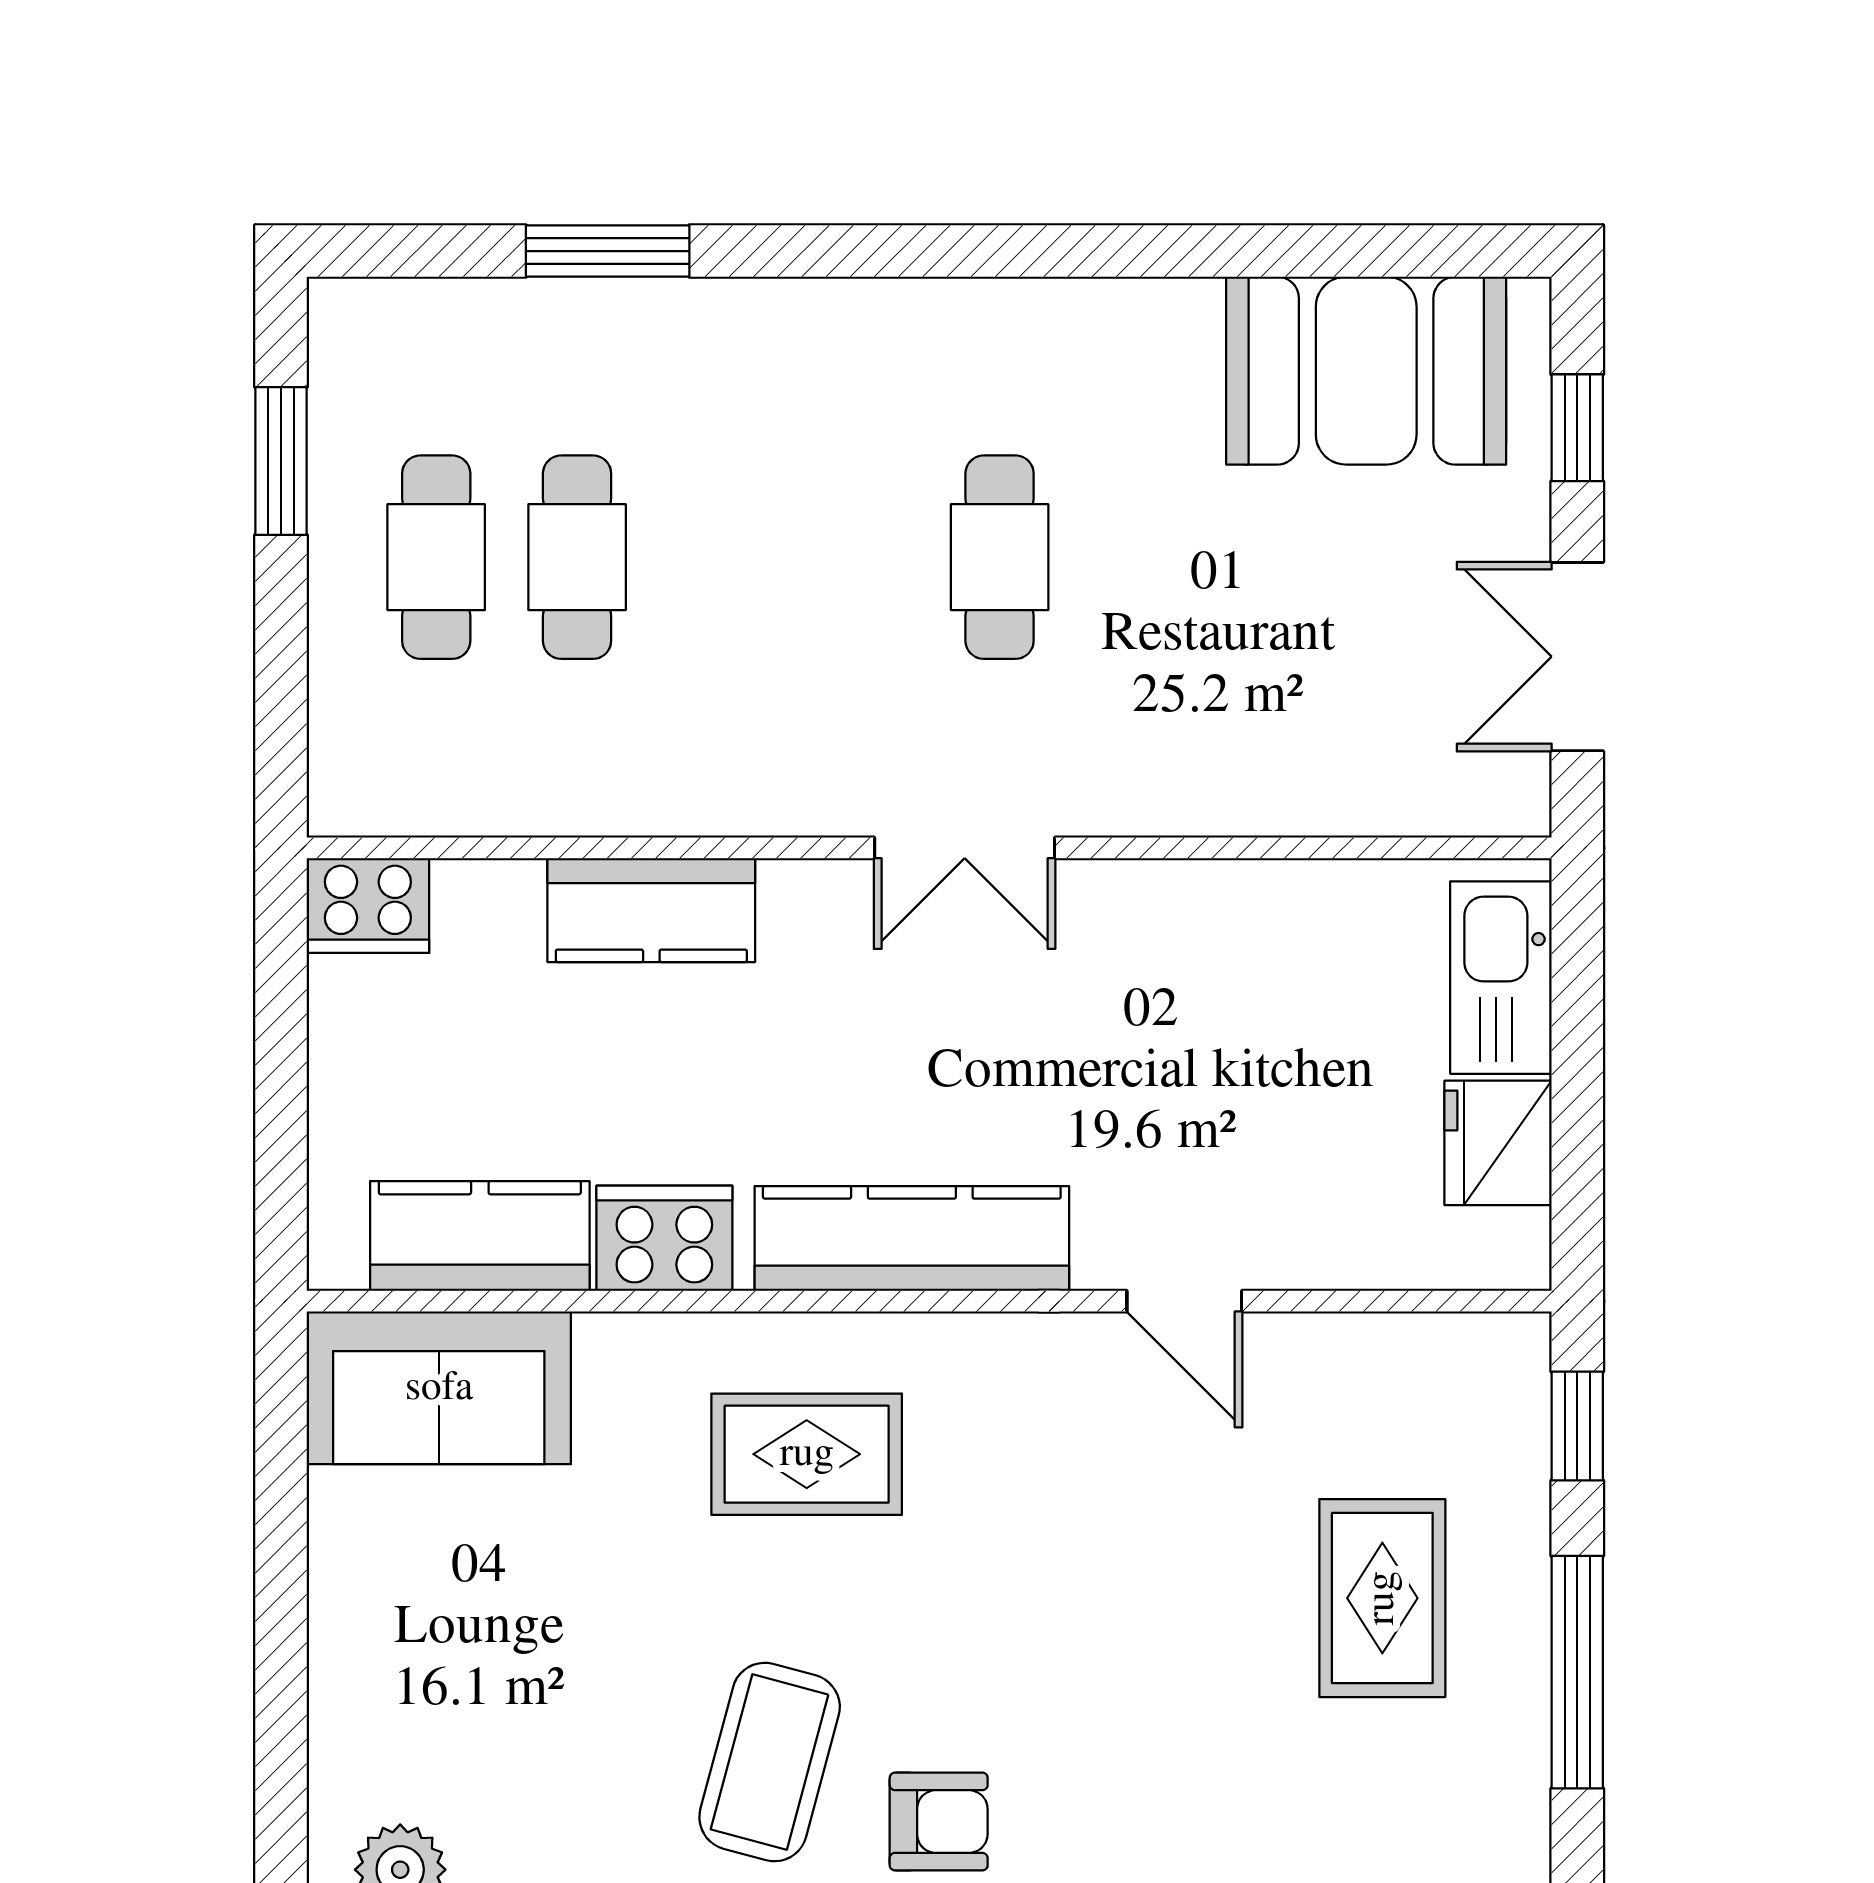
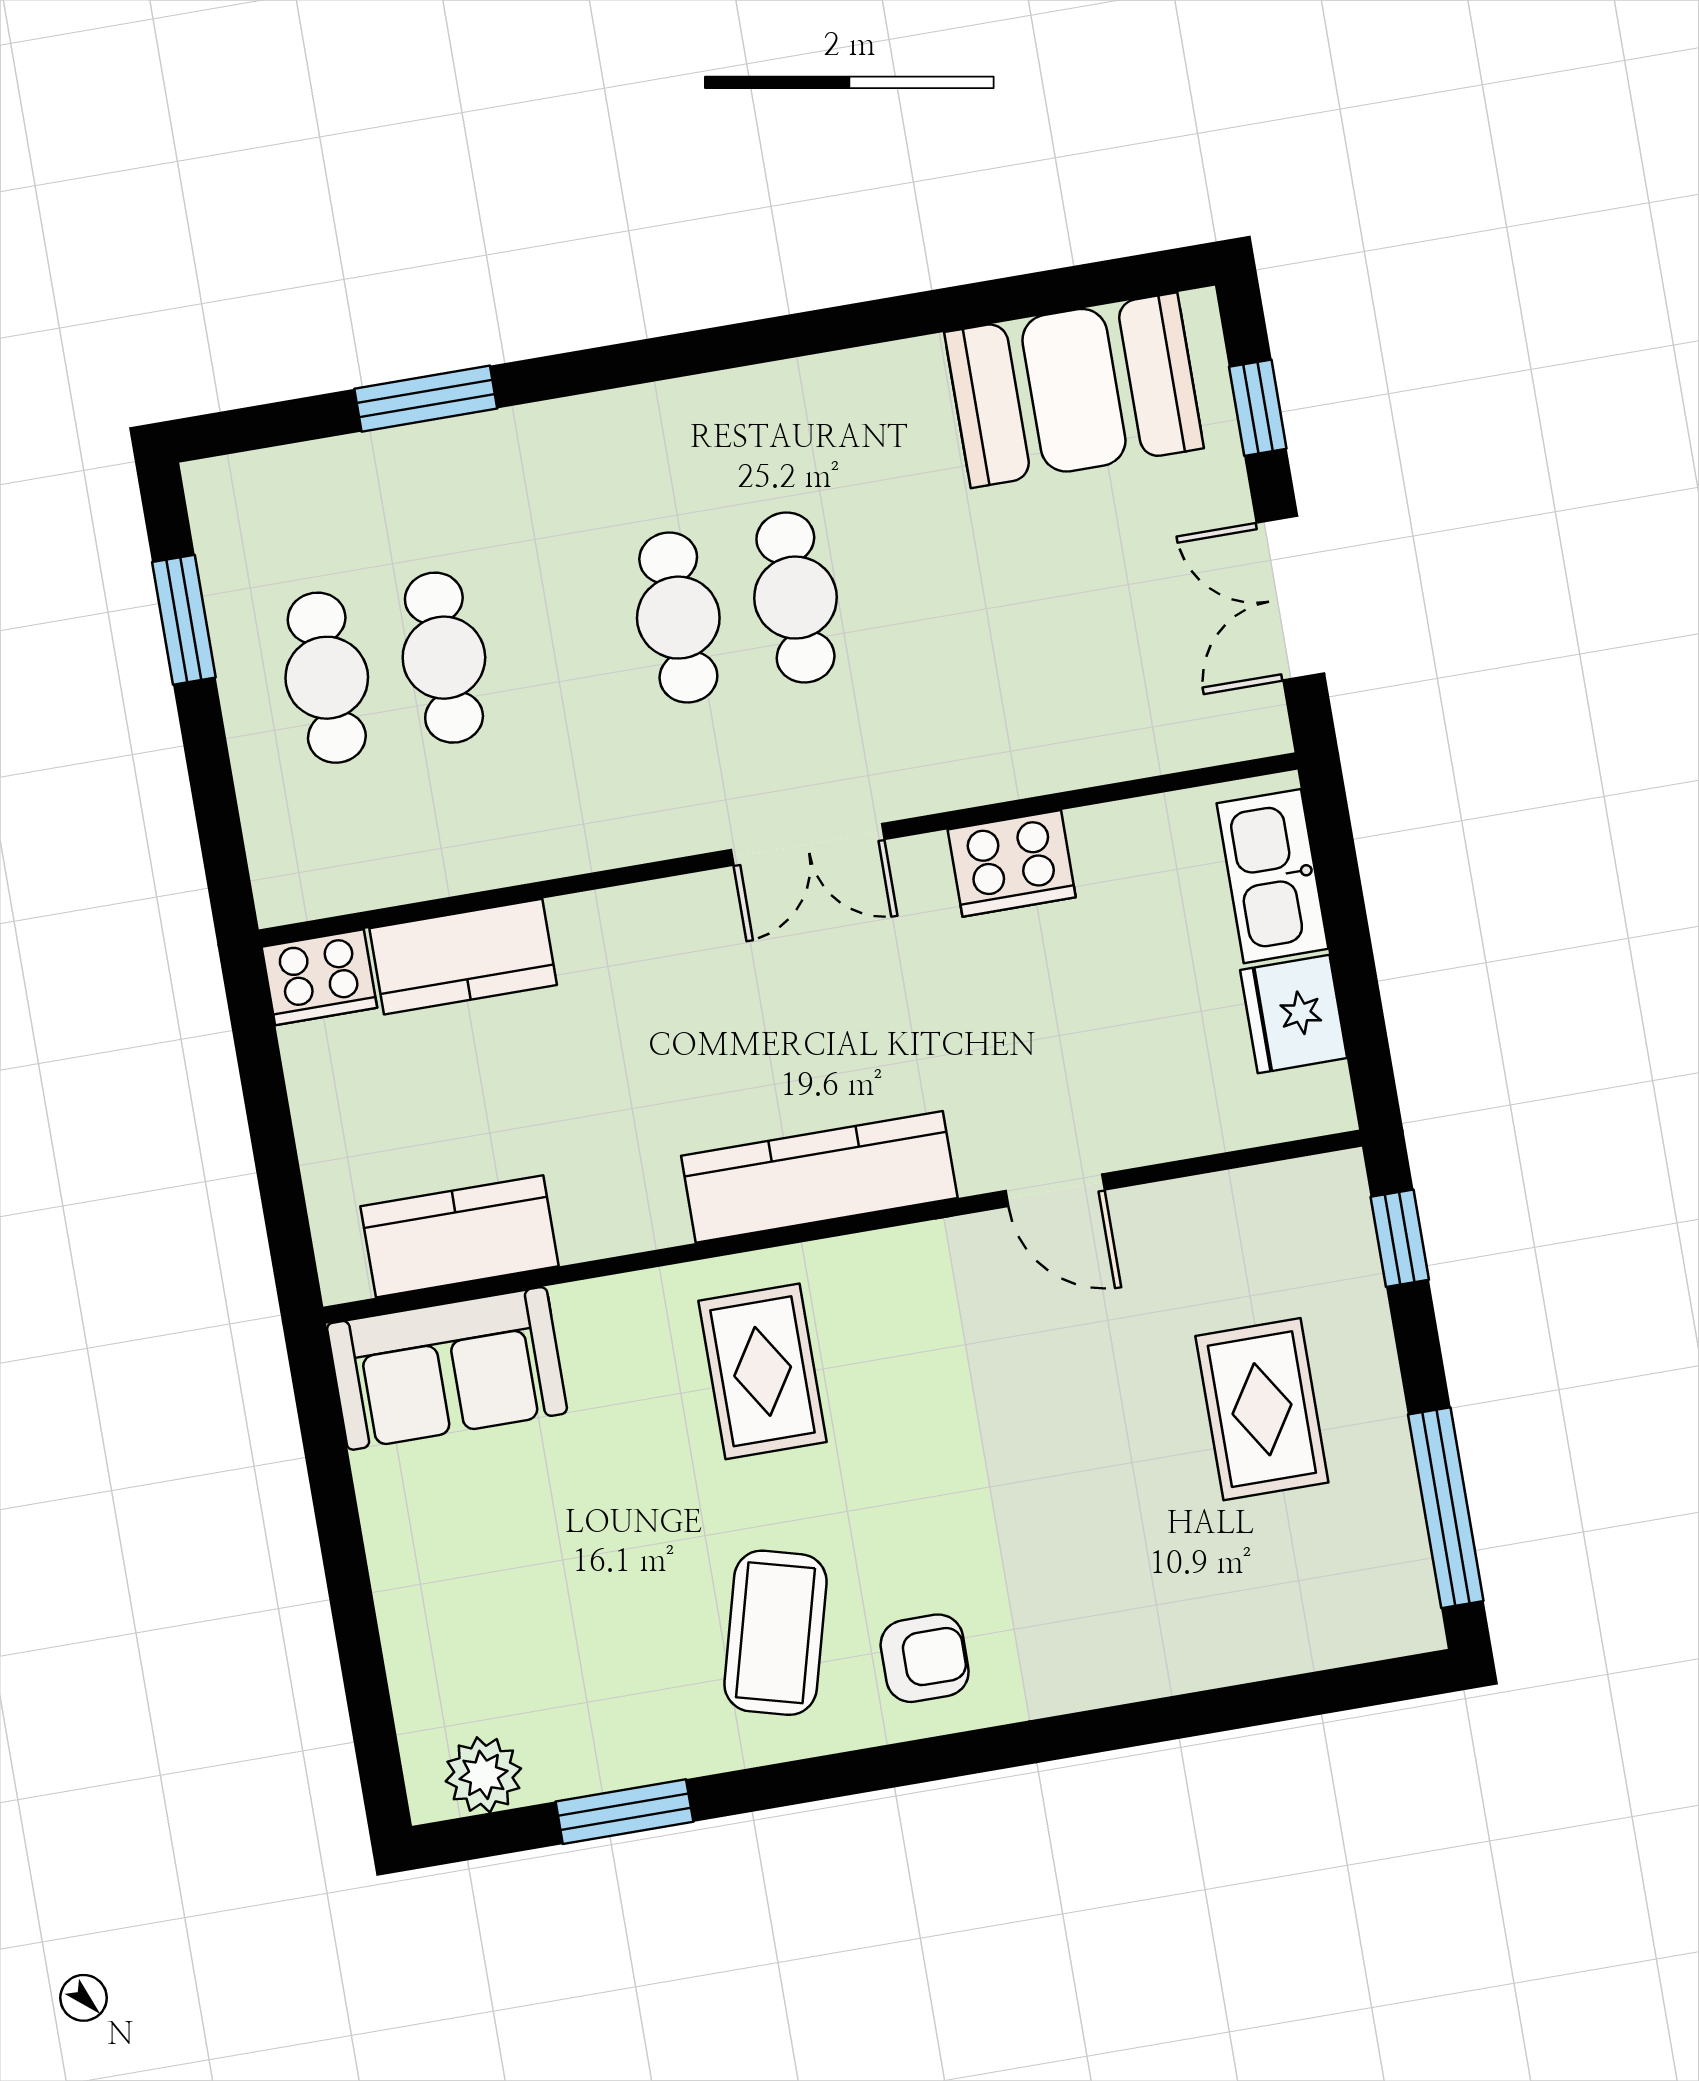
cafe table: (859, 557) -> (678, 618), added
kitchen counter: (651, 910) -> (463, 957), moved
cooker: (664, 1238) -> (1012, 863), moved, turned 180
rug: (807, 1454) -> (763, 1371), turned 90
window: (1577, 1672) -> (1446, 1508), moved

